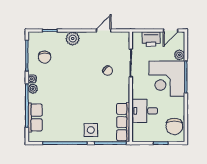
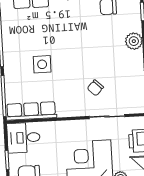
desk: (145, 111) -> (24, 138), moved, turned -90
side table: (91, 130) -> (42, 64), moved

